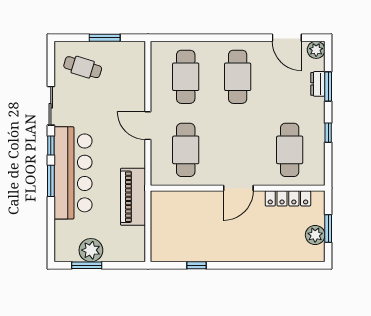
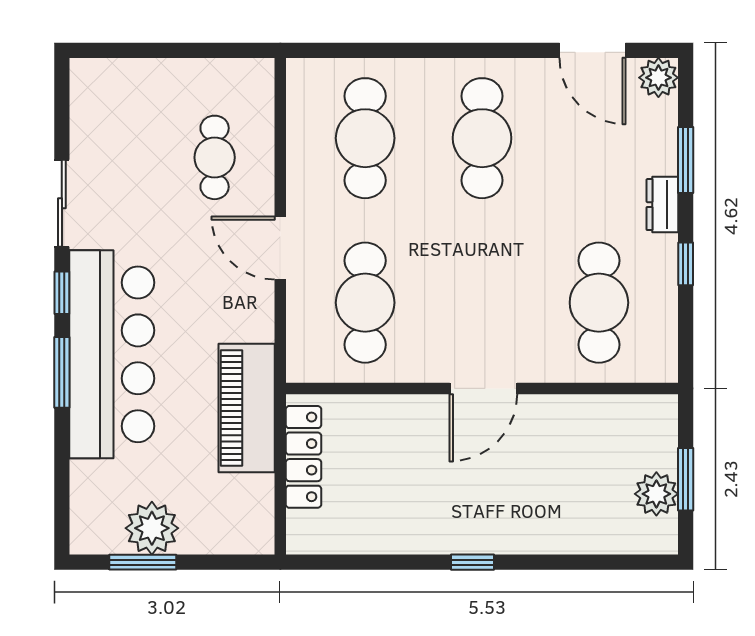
window: (105, 38) -> (183, 50), removed
cafe table: (83, 67) -> (215, 157), moved, turned 73
dresser: (318, 84) -> (662, 205), moved
locker: (288, 198) -> (303, 457), moved, turned -90
window: (197, 265) -> (473, 562), moved

